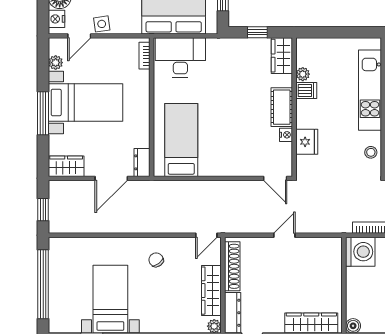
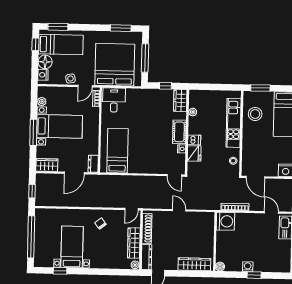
door: (79, 36) -> (85, 86), moved
desk: (180, 57) -> (114, 100), width x0.73
dishwasher: (306, 91) -> (194, 140), moved
door: (284, 235) -> (179, 210), hinge flipped

